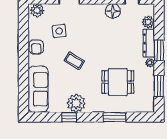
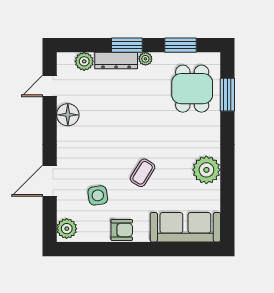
dining table: (118, 82) -> (192, 89), moved
window: (69, 117) -> (227, 181), removed
window: (115, 117) -> (227, 95), moved

